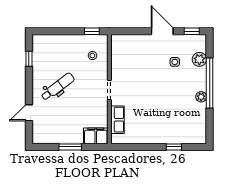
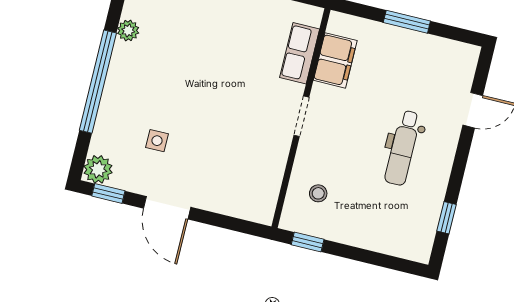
plant: (199, 59) -> (98, 169), moved
dental chair: (58, 87) -> (403, 148), turned -53
plant: (201, 97) -> (128, 31), moved
filing cabinet: (96, 136) -> (335, 60), moved, turned -90

